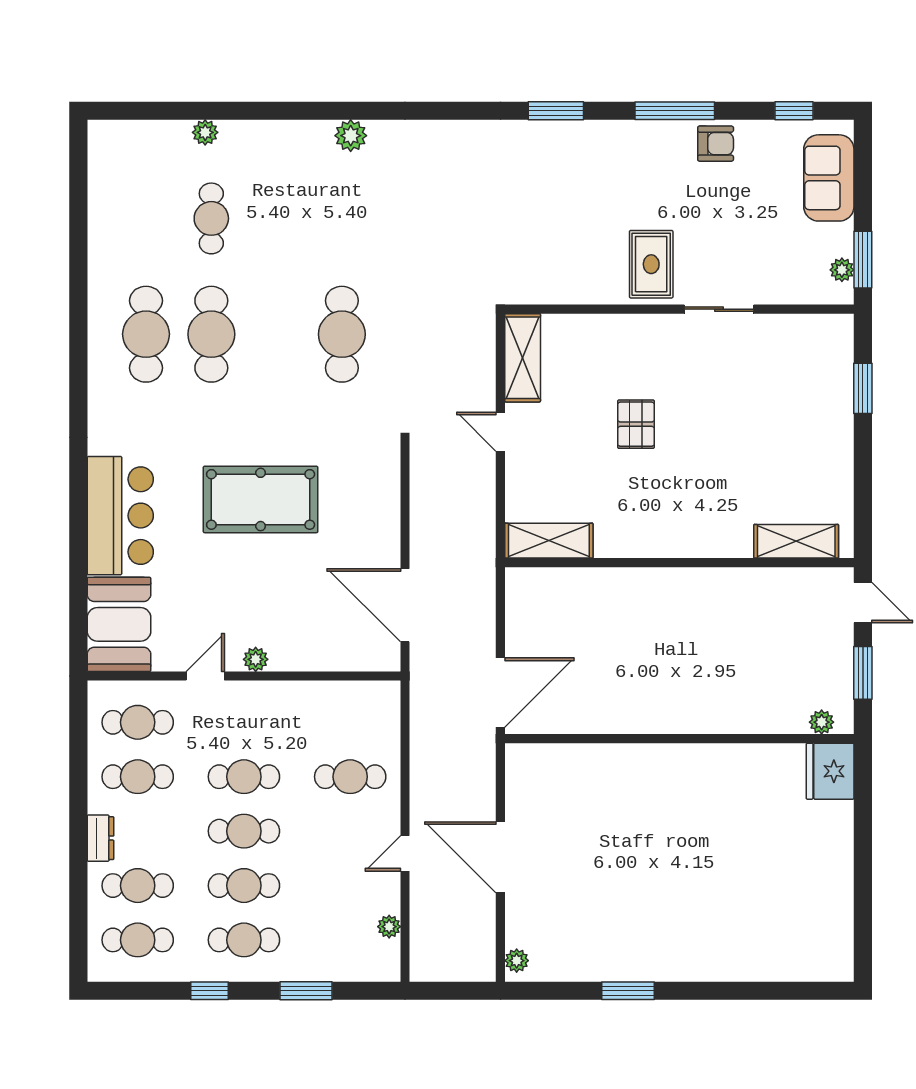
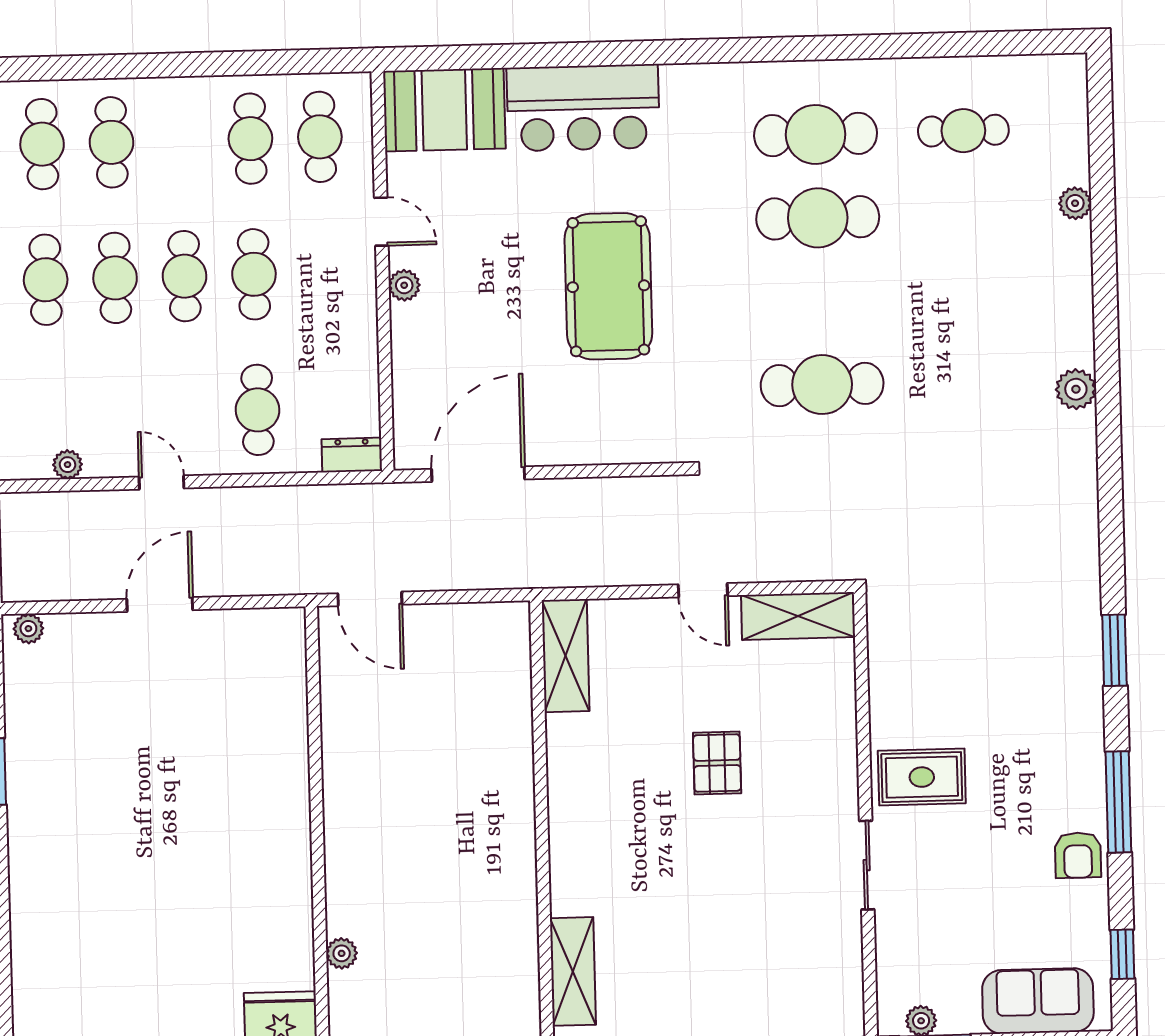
cafe table: (211, 218) -> (963, 131), moved
pallet: (636, 424) -> (717, 763), turned 90
door: (500, 432) -> (703, 590), swing flipped
door: (500, 693) -> (370, 599), width x0.73
plant: (822, 722) -> (342, 953), moved
dresser: (100, 838) -> (352, 455), moved, turned 180
door: (500, 857) -> (160, 604), width x0.73

